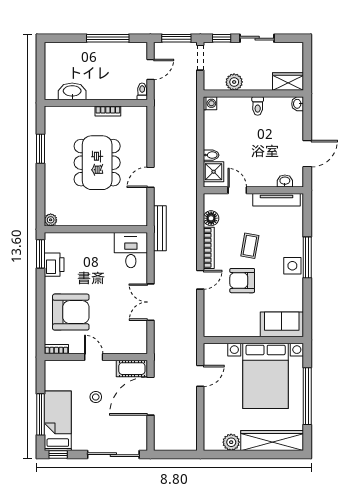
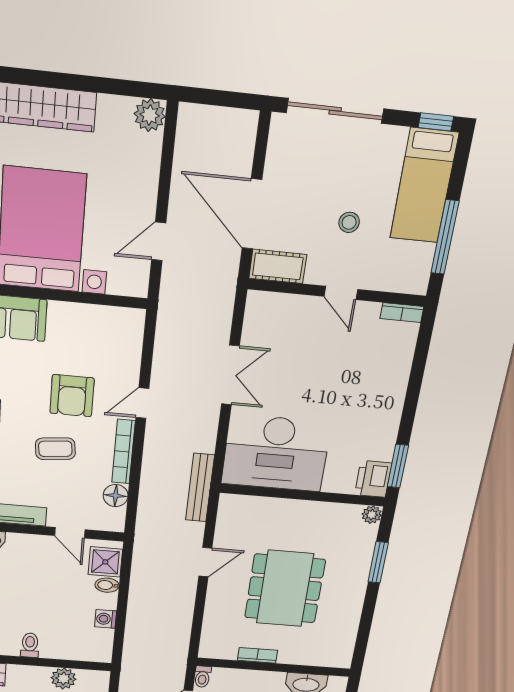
washing machine: (210, 103) -> (106, 619), moved
window: (40, 149) -> (378, 562), moved
coffee table: (250, 246) -> (55, 449), turned 74
desk: (131, 250) -> (276, 453), width x1.87, depth x1.30
printer: (54, 265) -> (373, 479), moved
armchair: (242, 281) -> (72, 396), turned 90
armchair: (71, 312) -> (366, 371), removed
door: (150, 396) -> (252, 214), swing flipped
window: (40, 414) -> (445, 237), moved
plant: (231, 442) -> (150, 115), moved

